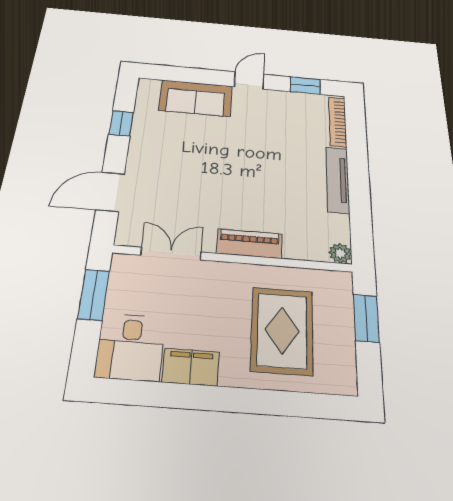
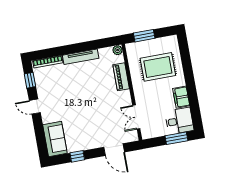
sofa: (196, 98) -> (55, 139), moved
piano: (249, 244) -> (121, 77), moved
window: (94, 295) -> (176, 138), moved

